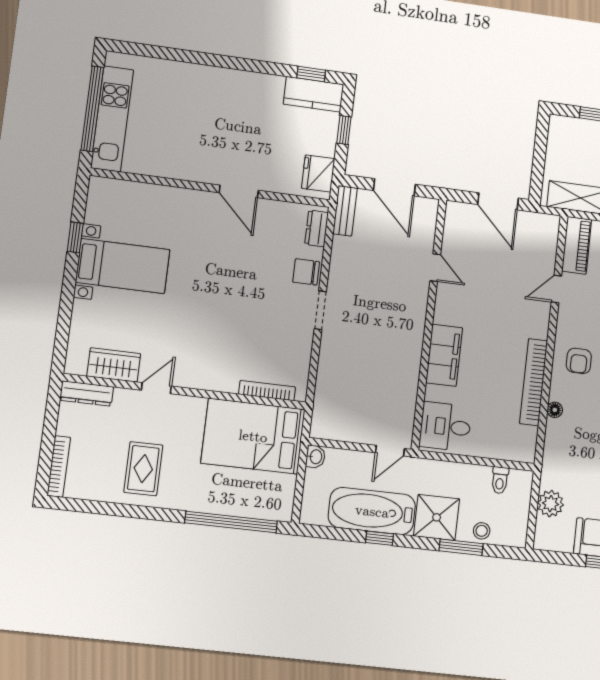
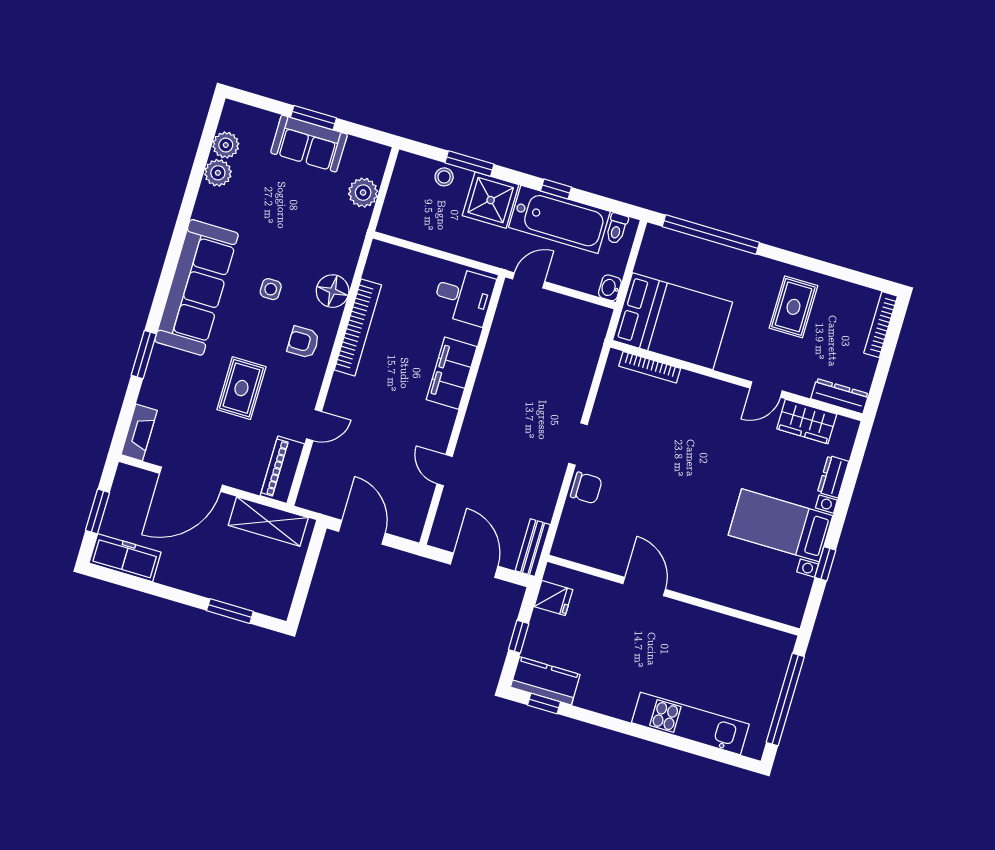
kitchen unit: (112, 119) -> (690, 723), moved, turned 90
fridge: (318, 174) -> (553, 598), width x0.72
dresser: (317, 228) -> (833, 477), moved, turned 180
armchair: (579, 361) -> (303, 342), turned -90
floor lamp: (555, 410) -> (333, 291), width x1.89, depth x1.89
toilet: (500, 480) -> (617, 228), moved, turned 180

